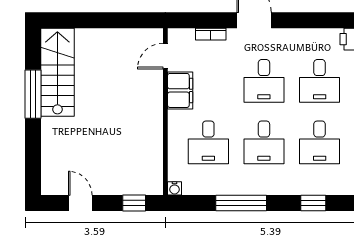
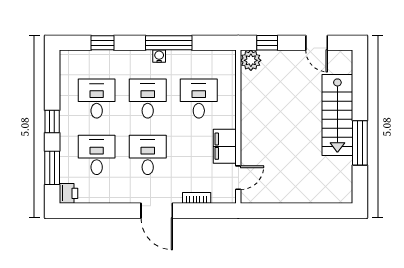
stairs: (57, 72) -> (337, 115), moved
plant: (152, 184) -> (251, 60), added
water cooler: (175, 188) -> (159, 56), moved

